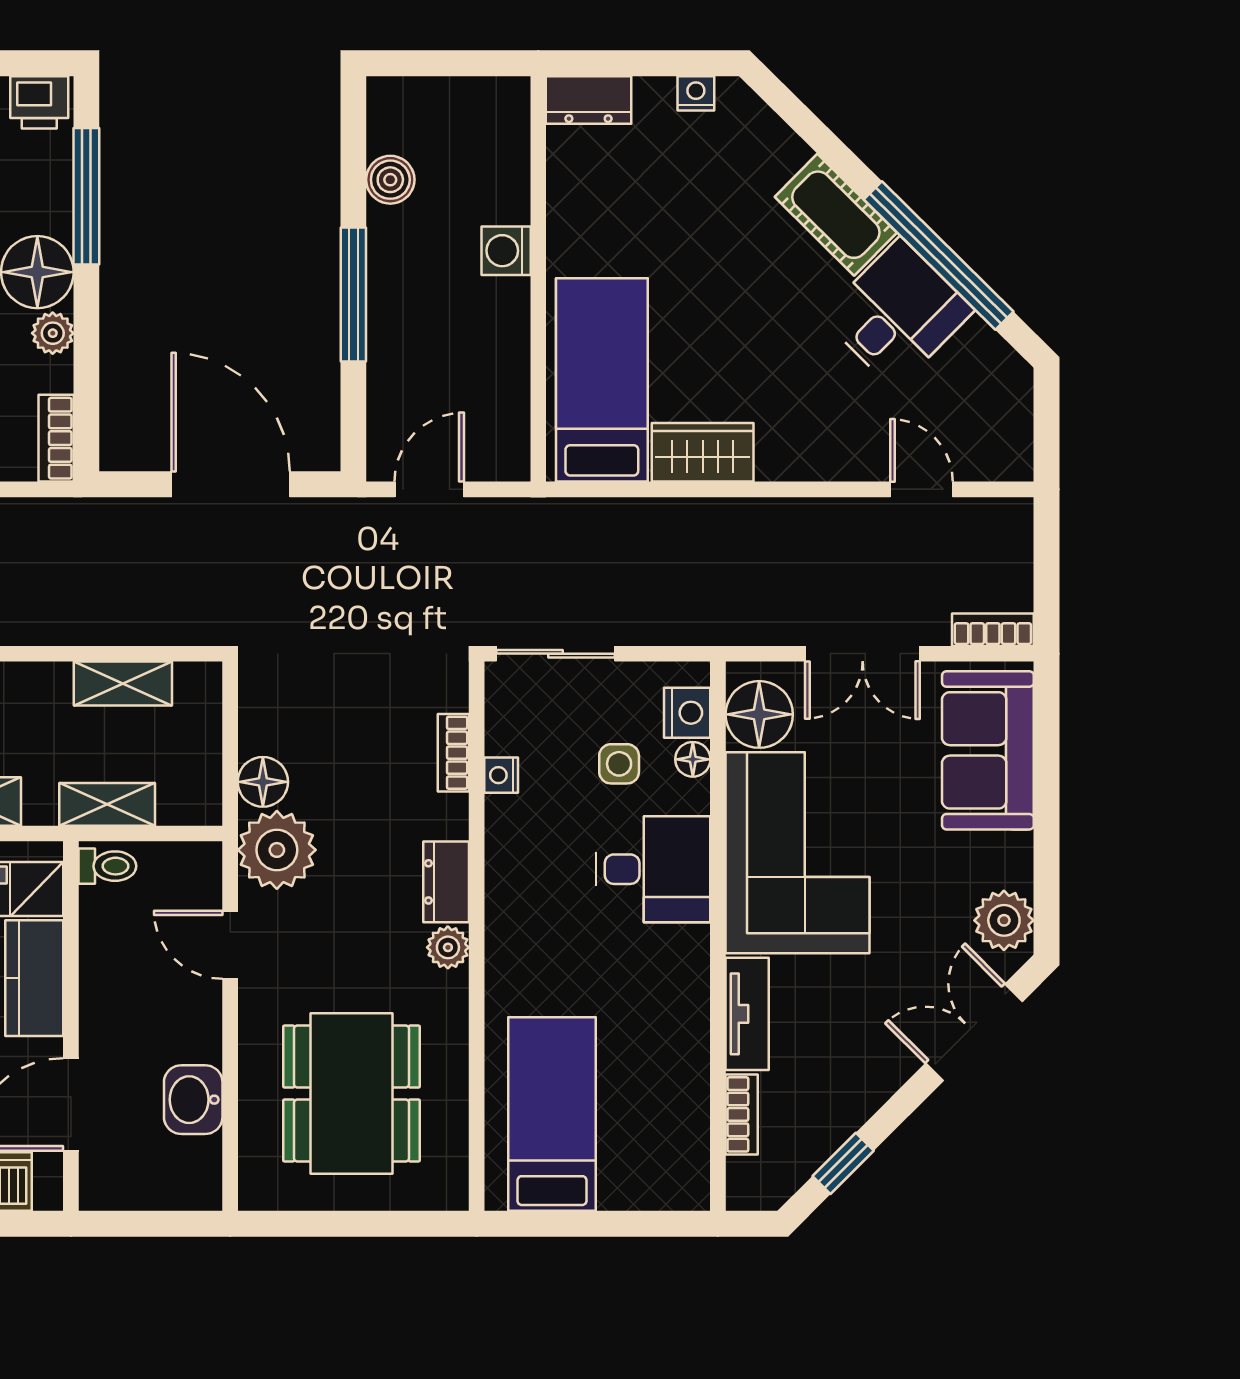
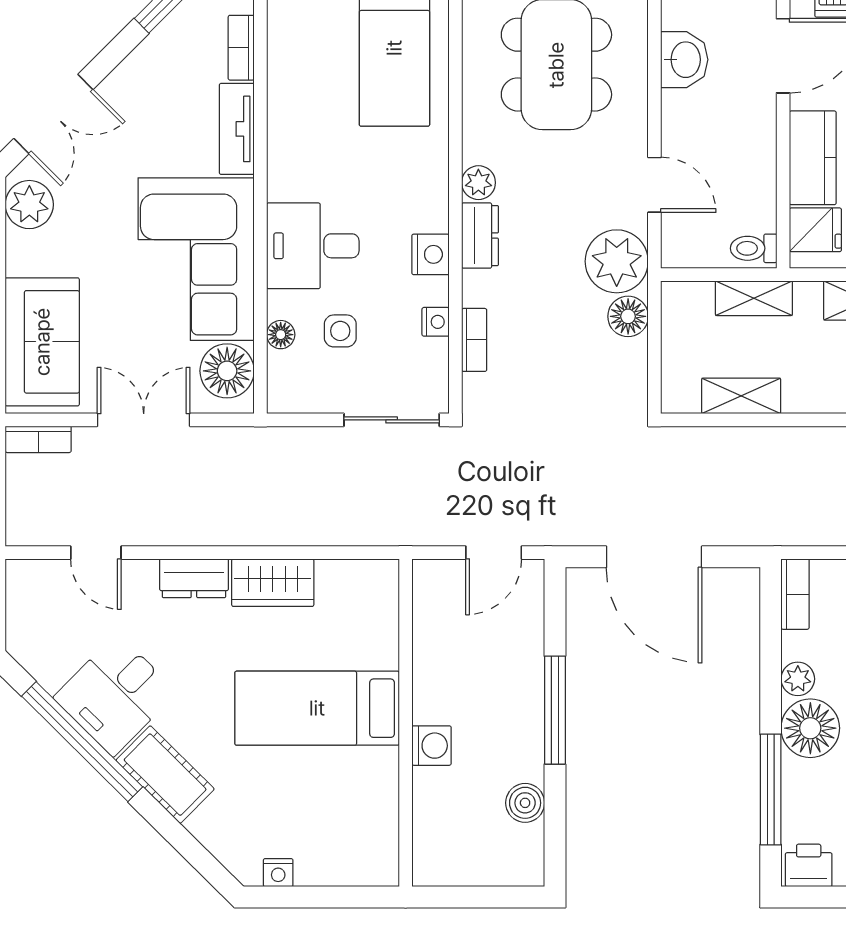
dresser: (589, 100) -> (194, 578), moved, turned 180
bed: (602, 380) -> (317, 708), moved, turned 90
nightstand: (687, 713) -> (430, 254), moved, turned 180

